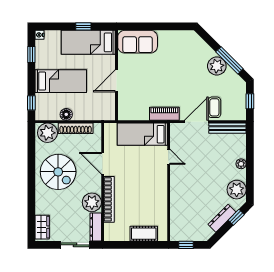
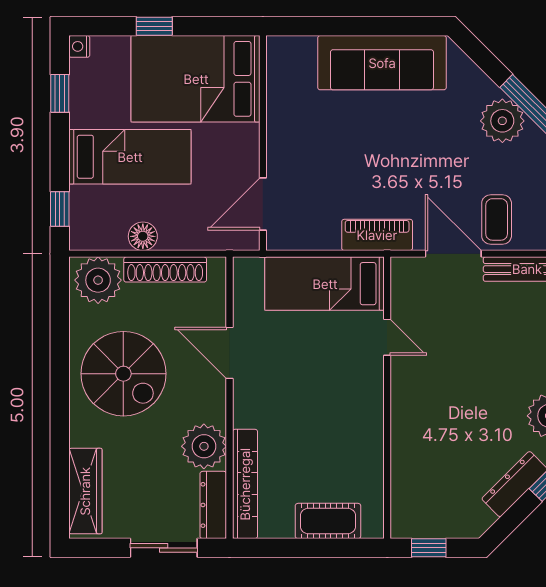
window: (83, 26) -> (154, 26), moved
bed: (88, 42) -> (196, 79), width x1.50
sofa: (138, 42) -> (382, 63), moved, width x1.36
door: (117, 81) -> (263, 204), moved
door: (196, 122) -> (453, 254), hinge flipped
bookcase: (109, 199) -> (245, 484), moved
wardrobe: (42, 227) -> (85, 491), width x1.50

